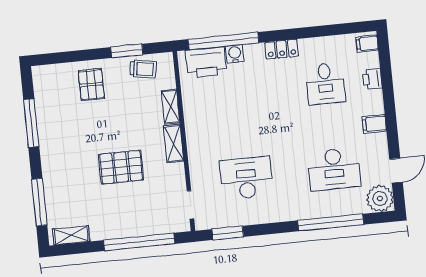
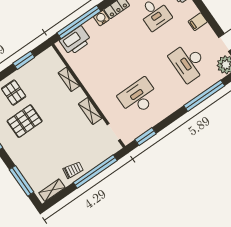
water cooler: (235, 54) -> (101, 18), moved
trolley: (143, 69) -> (73, 170), moved
shelving: (174, 143) -> (90, 111), moved
pallet: (121, 167) -> (25, 121), moved
desk: (334, 169) -> (188, 62), turned 90

